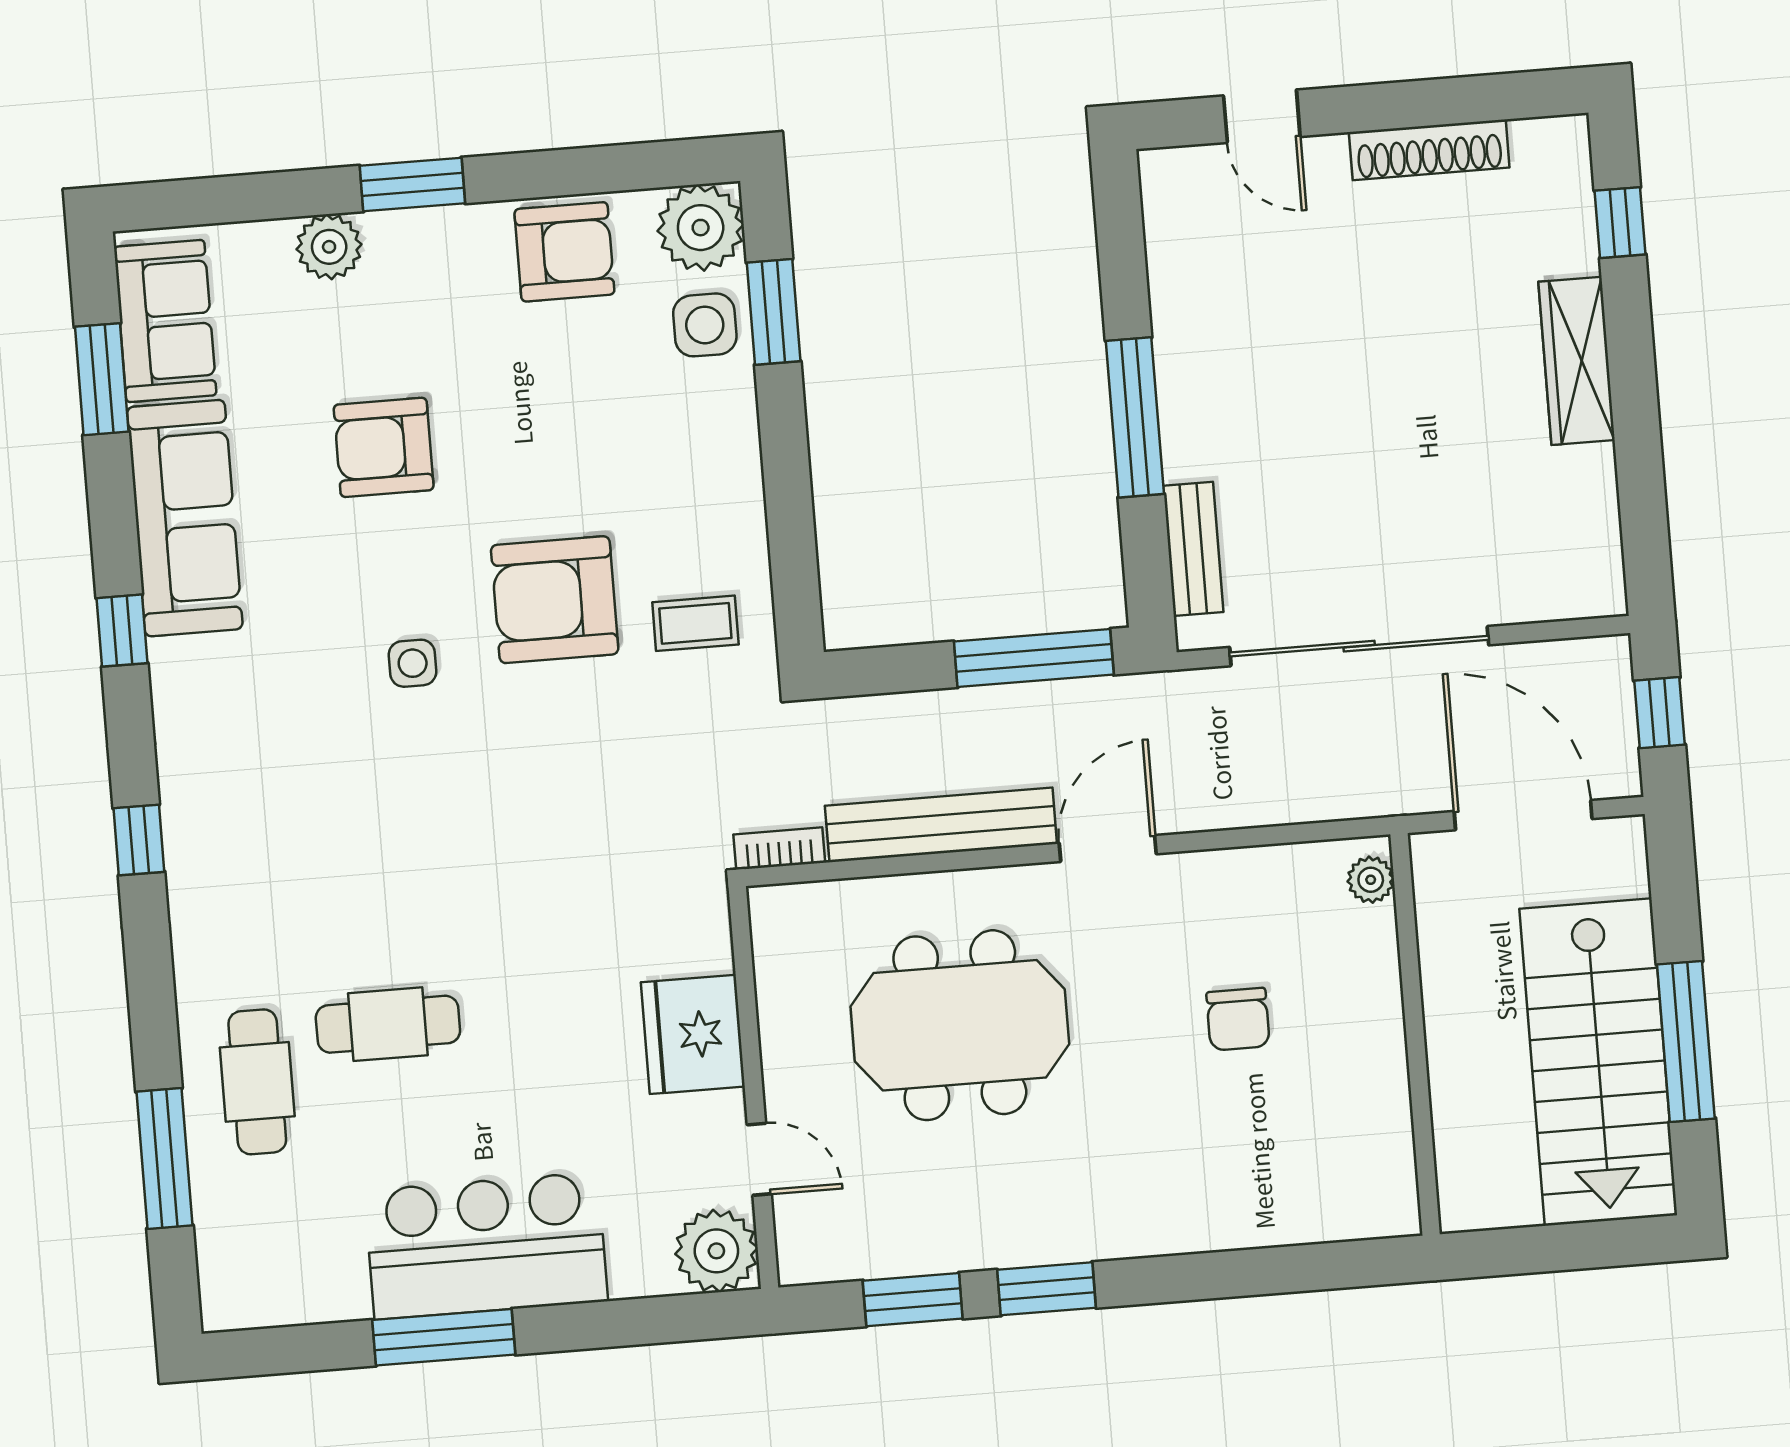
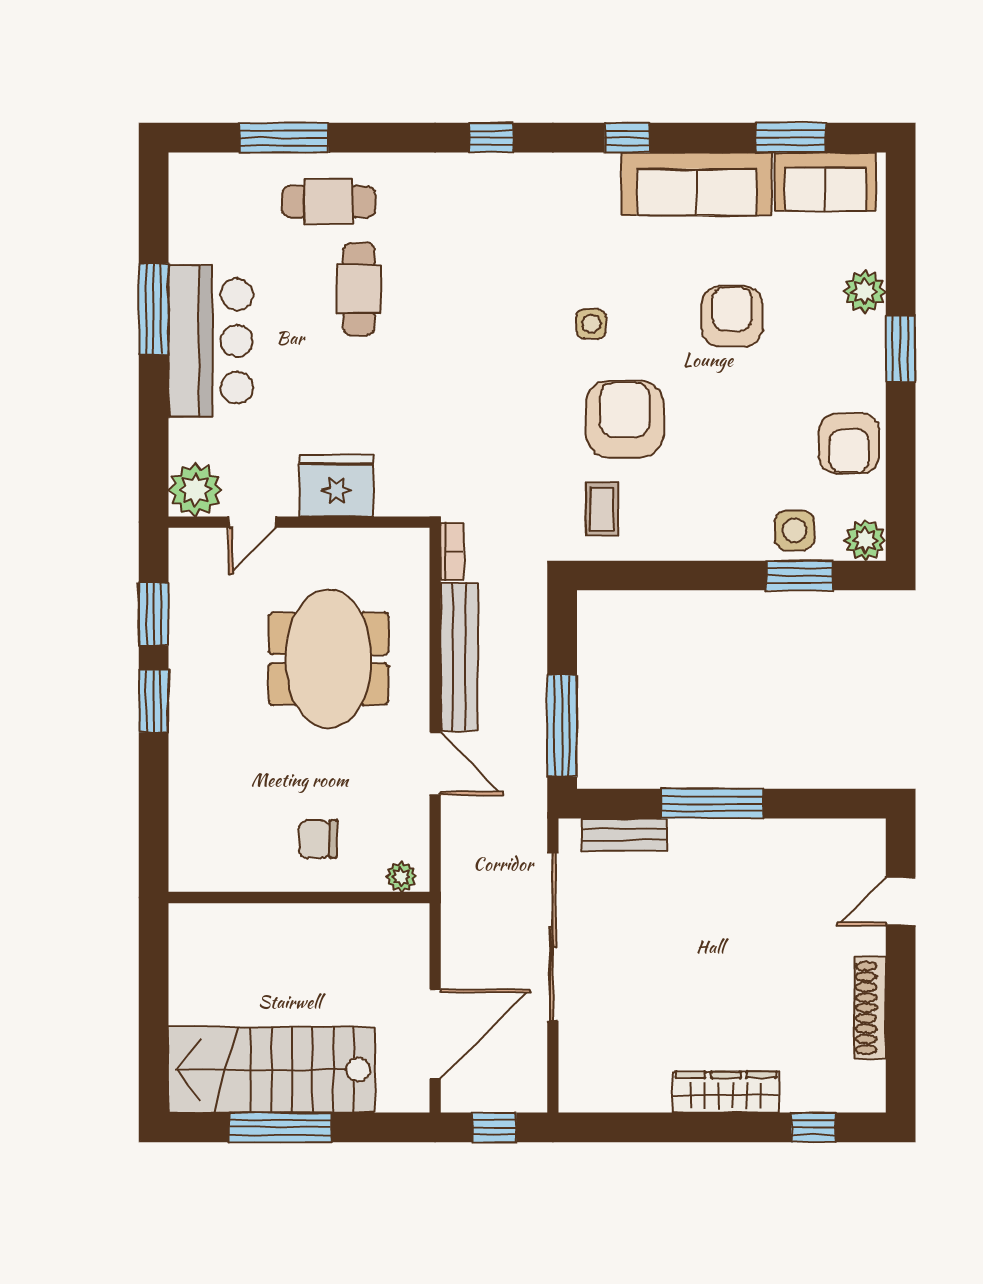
plant: (701, 228) -> (865, 540), width x0.73, depth x0.73
plant: (1371, 880) -> (401, 877), moved
wall: (1415, 1034) -> (299, 897), moved

